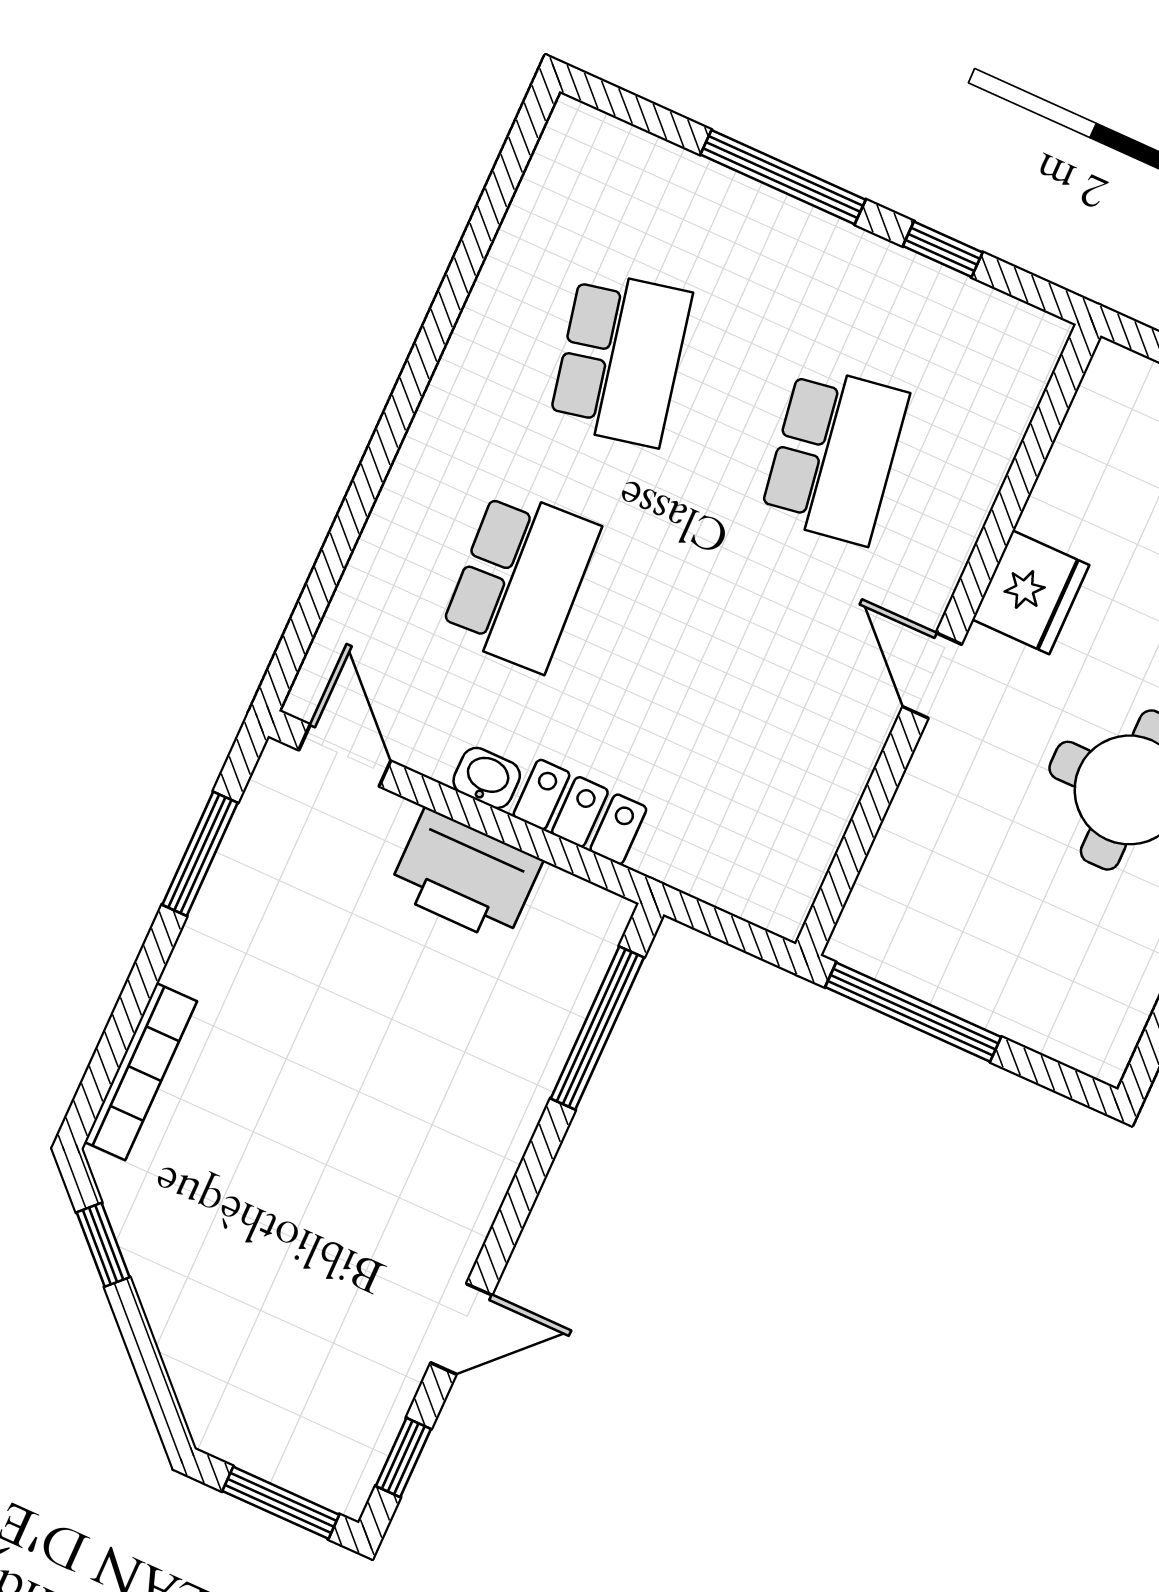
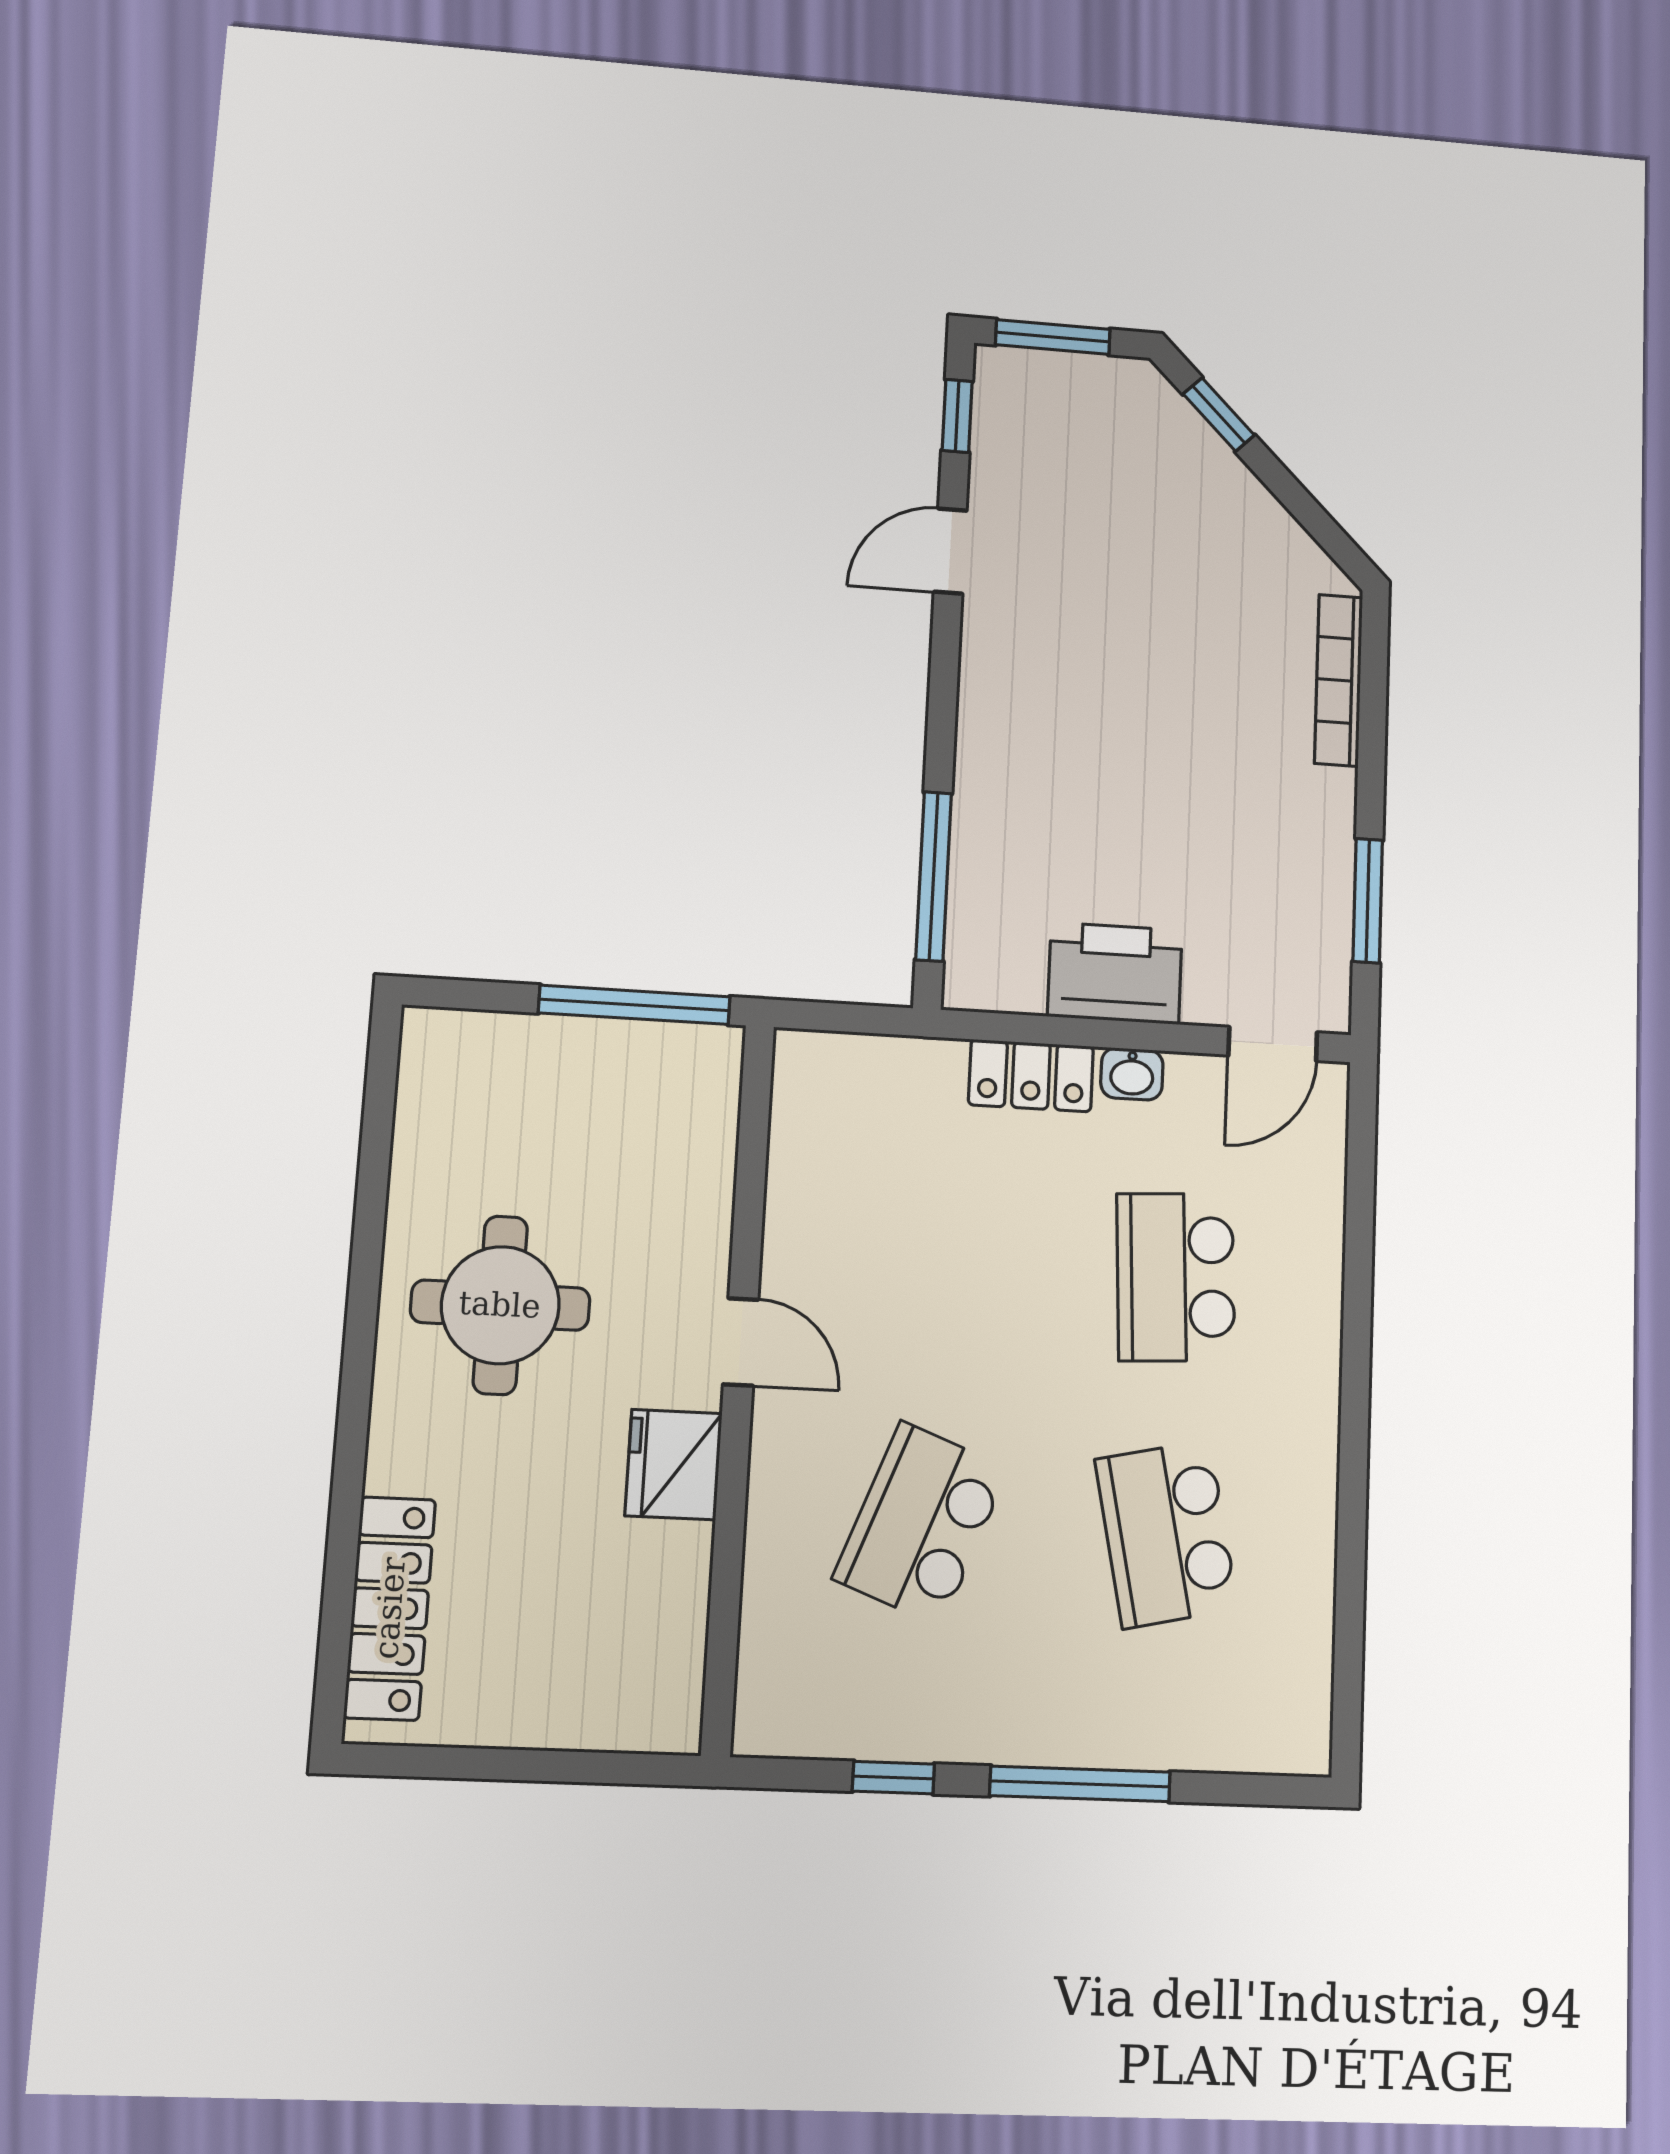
school desk: (835, 455) -> (921, 1523), turned 30
door: (345, 755) -> (1273, 1044), hinge flipped
window: (103, 1245) -> (1219, 415), moved

